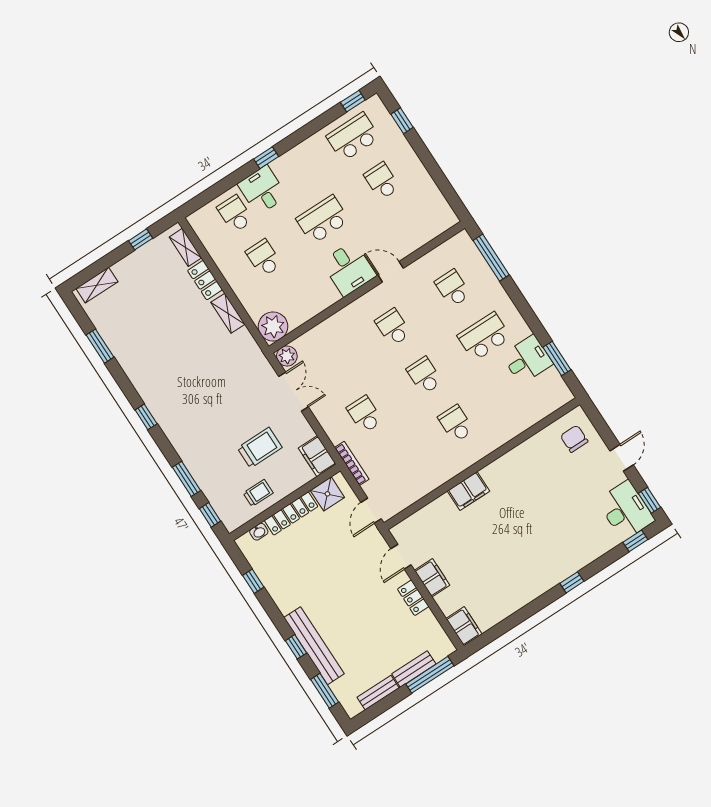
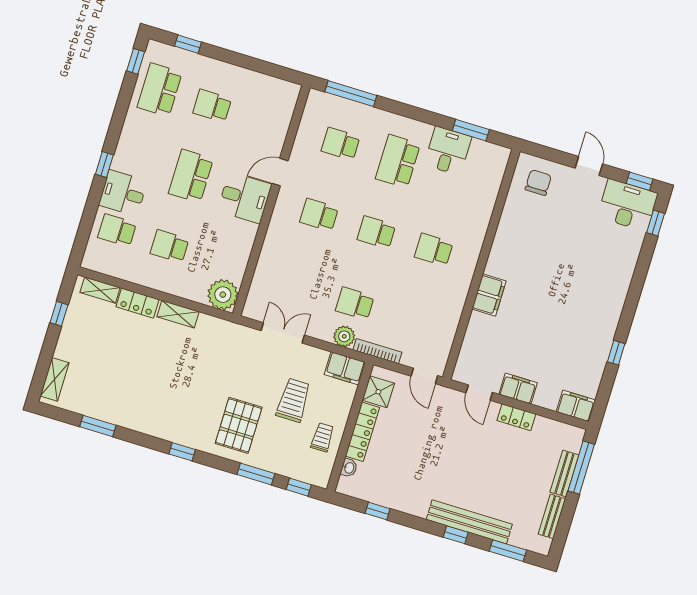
plant: (287, 356) -> (344, 336), moved
pallet: (204, 432) -> (239, 425), added
chair: (574, 439) -> (538, 183), turned 90
window: (572, 582) -> (616, 353), moved

